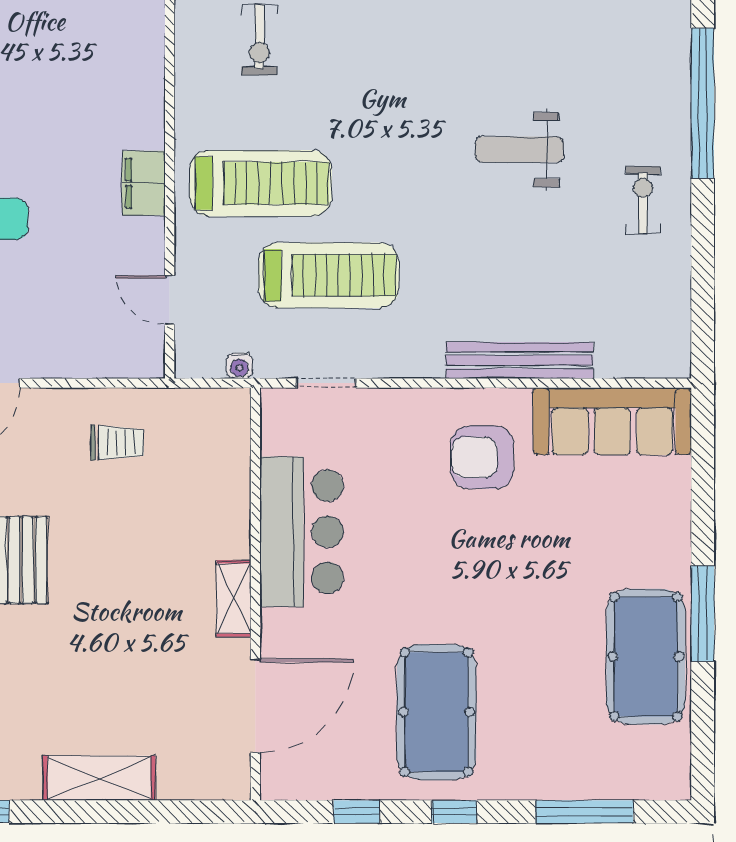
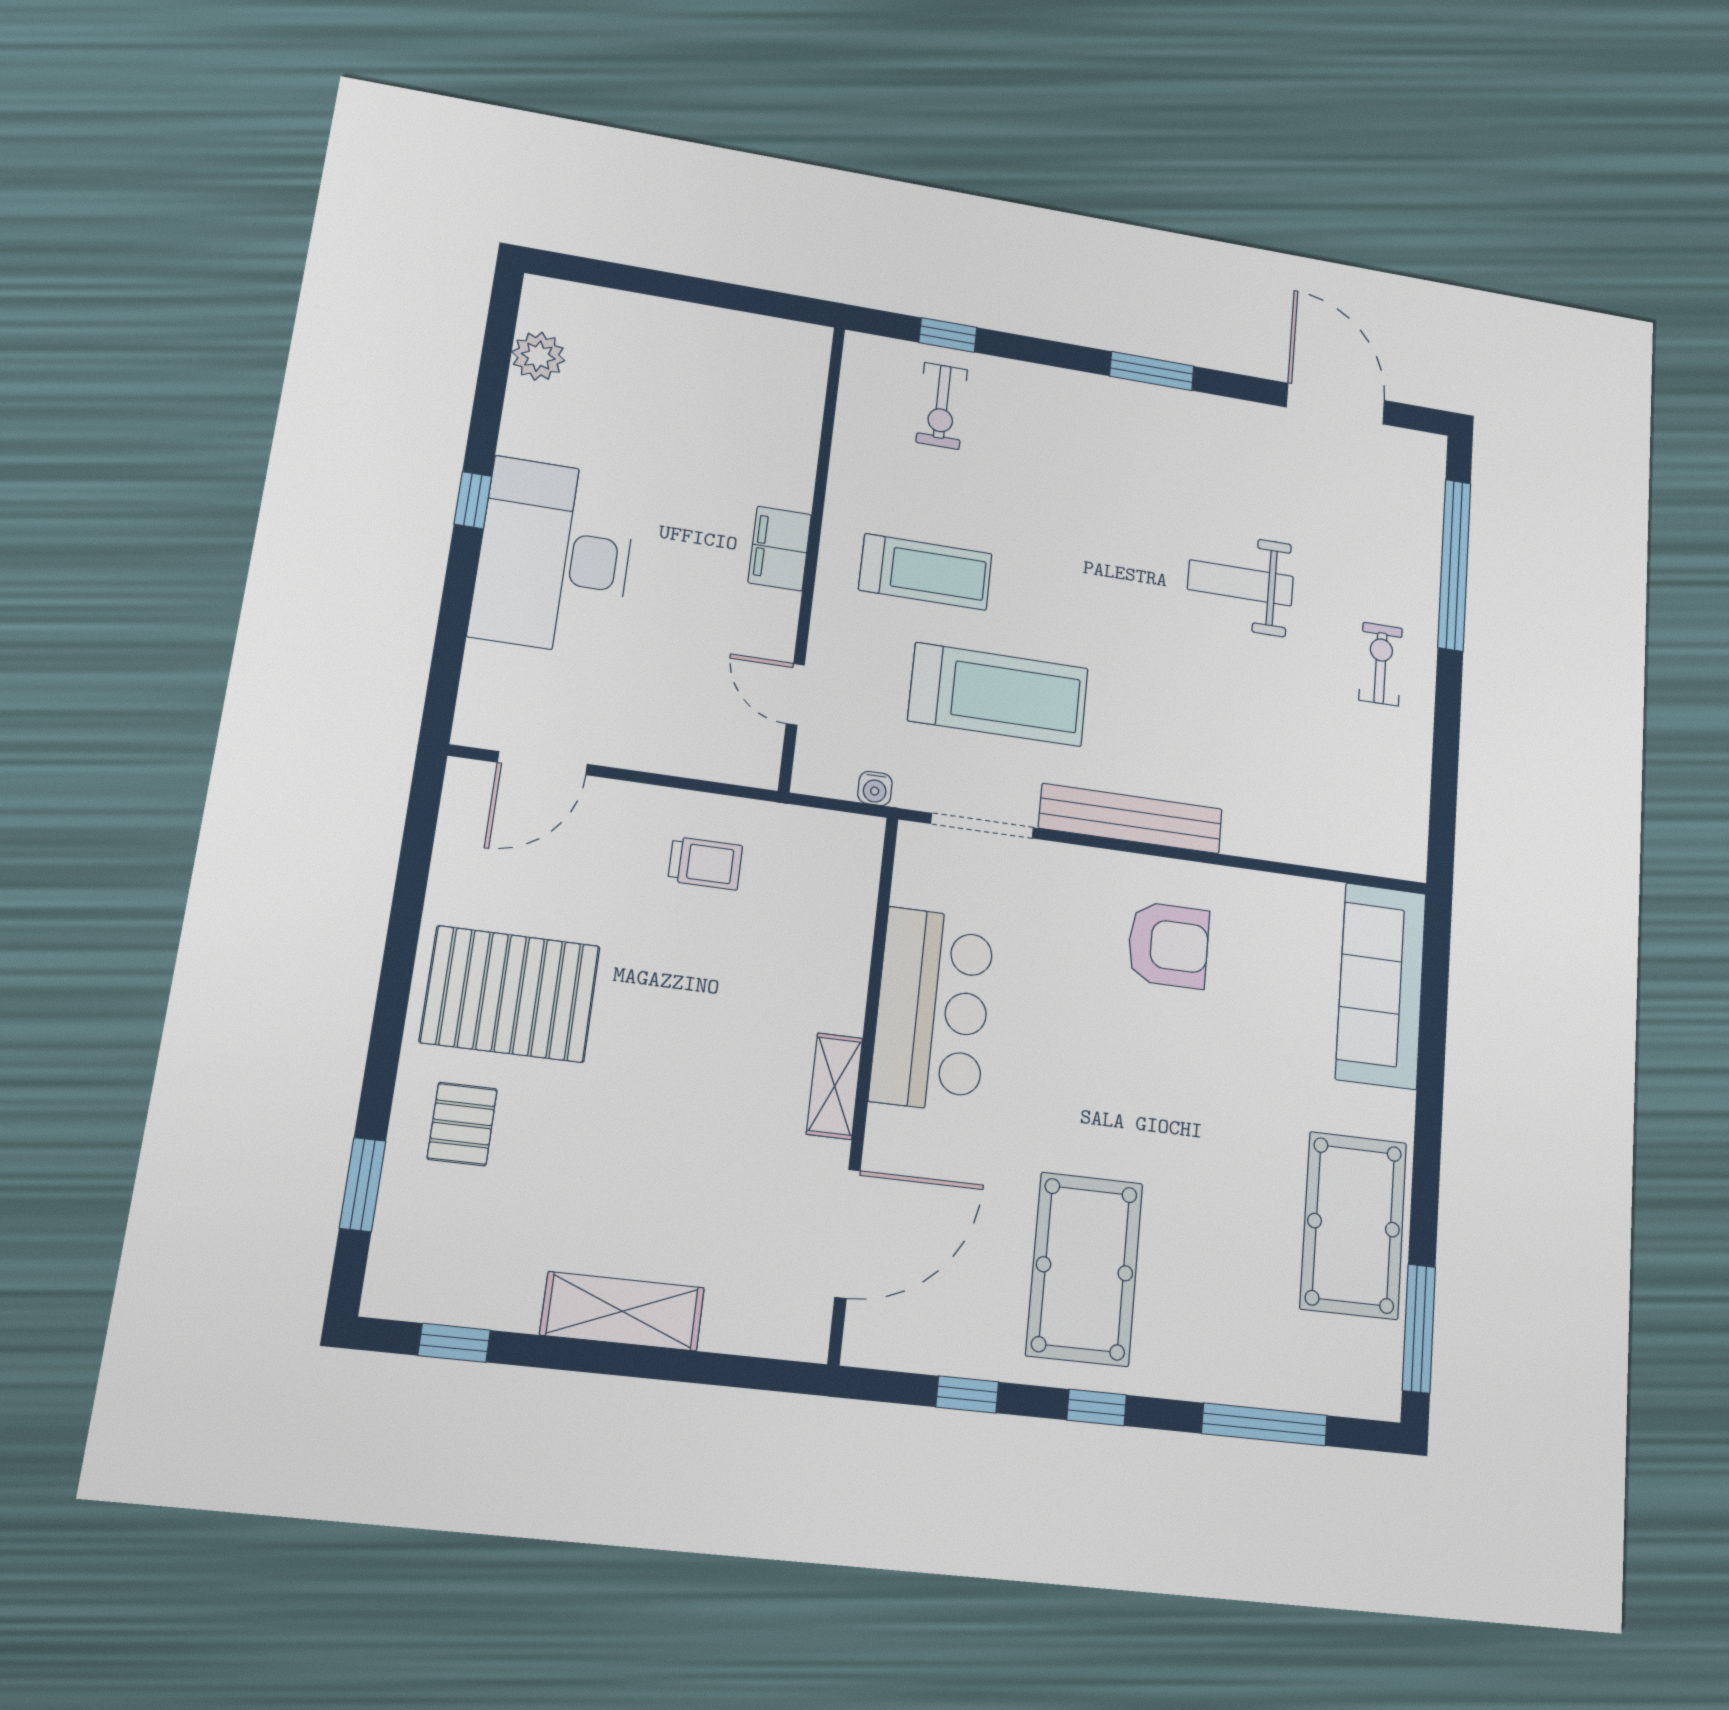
treadmill: (261, 183) -> (926, 572), width x0.73, depth x0.73
bench: (519, 360) -> (1131, 819), moved
doorway: (326, 383) -> (982, 826), width x1.38
sofa: (612, 421) -> (1381, 986), moved, turned 90
armchair: (482, 457) -> (1168, 945), turned 180
window: (703, 614) -> (1419, 1328), moved

